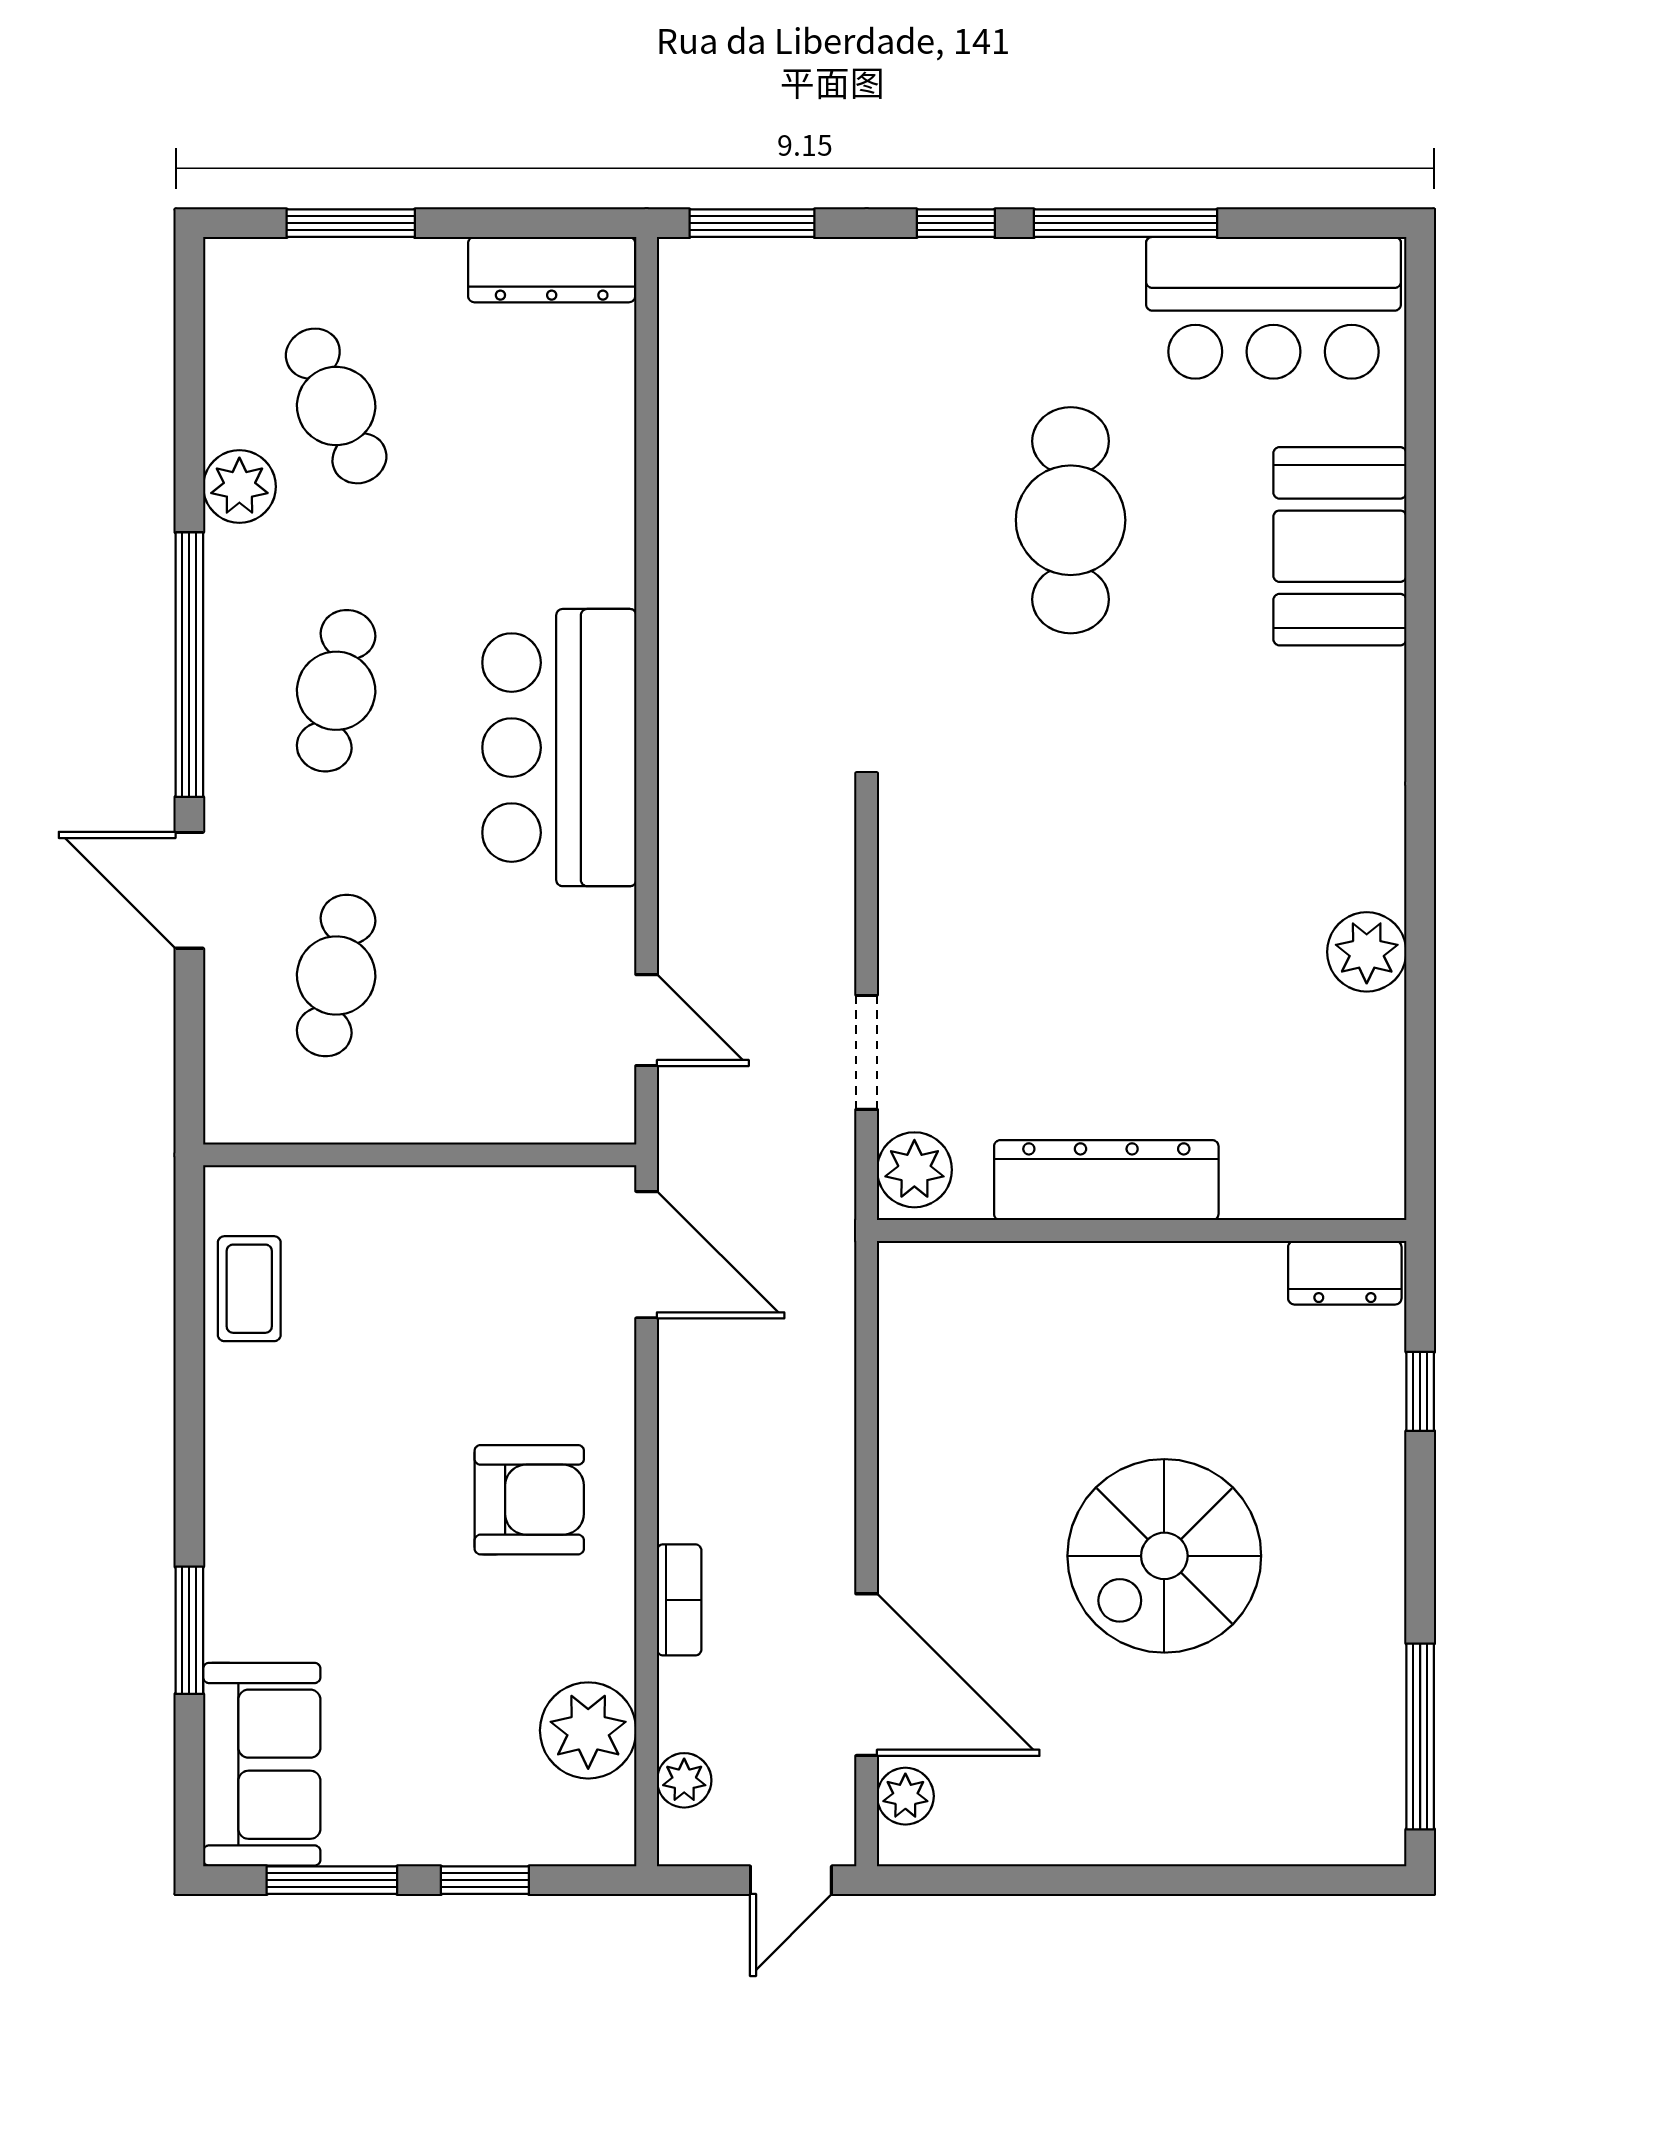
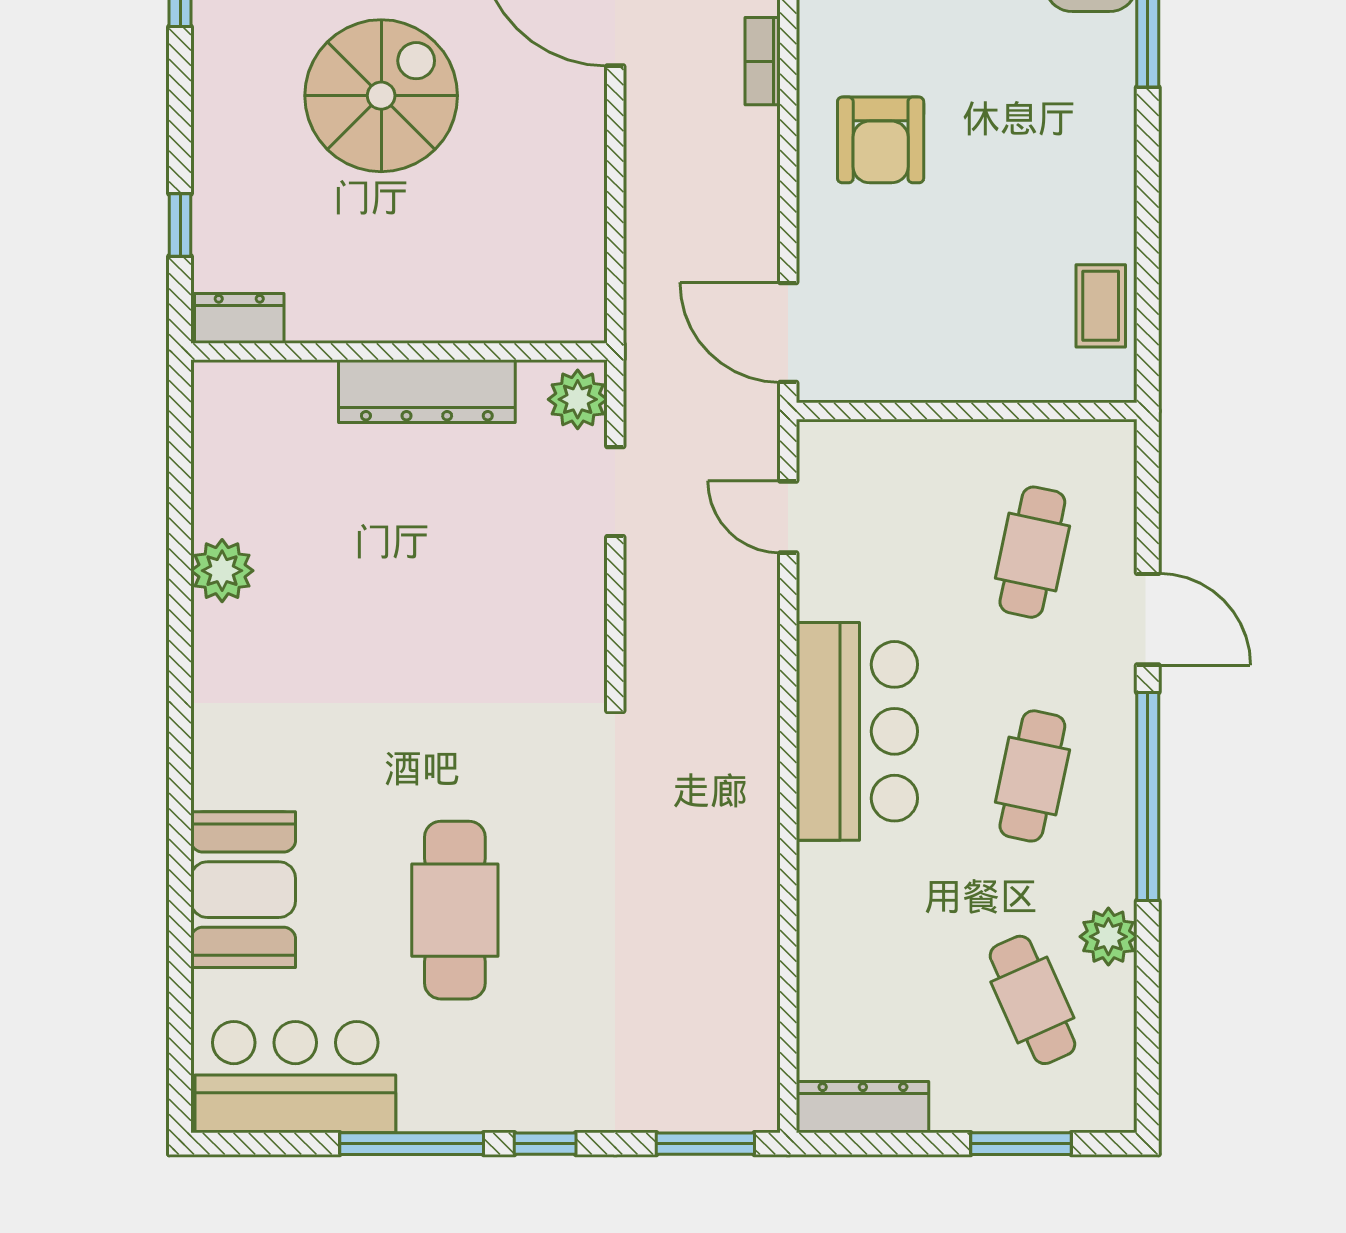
armchair: (529, 1500) -> (881, 140), turned -90

